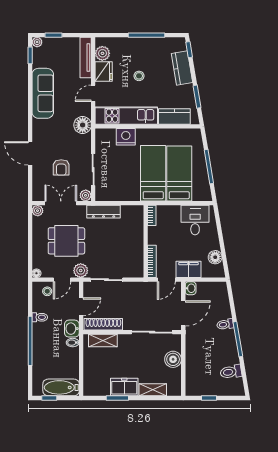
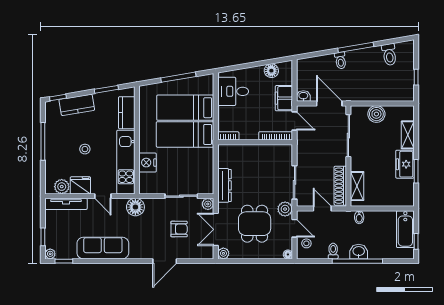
washbasin: (72, 329) -> (359, 252), moved, turned 180

